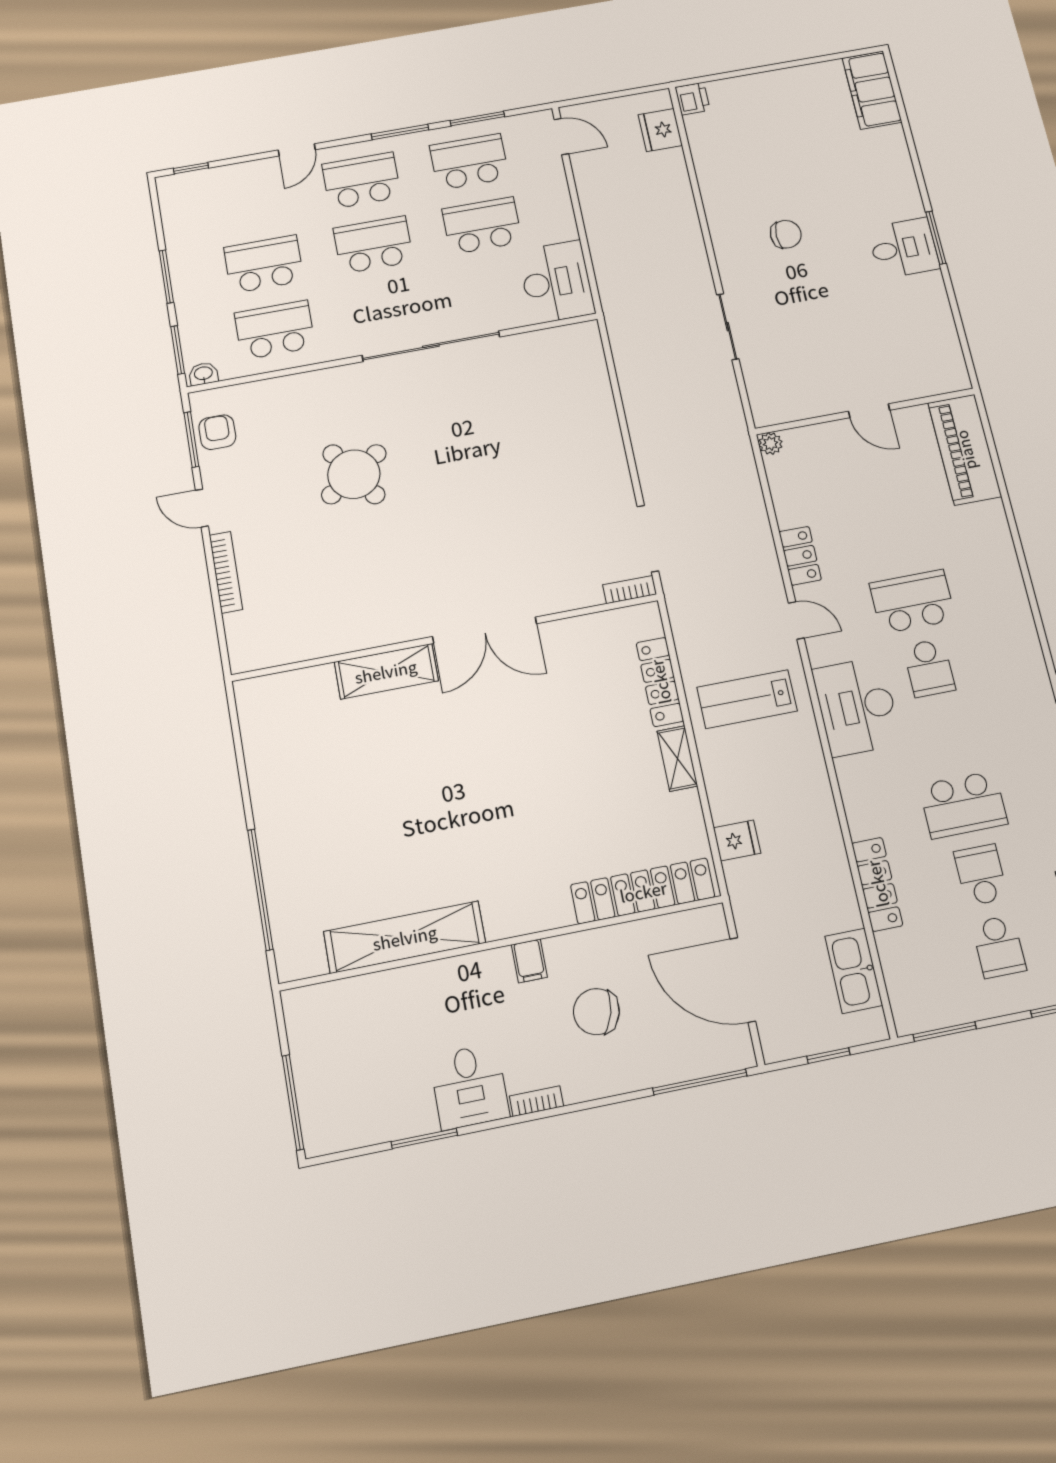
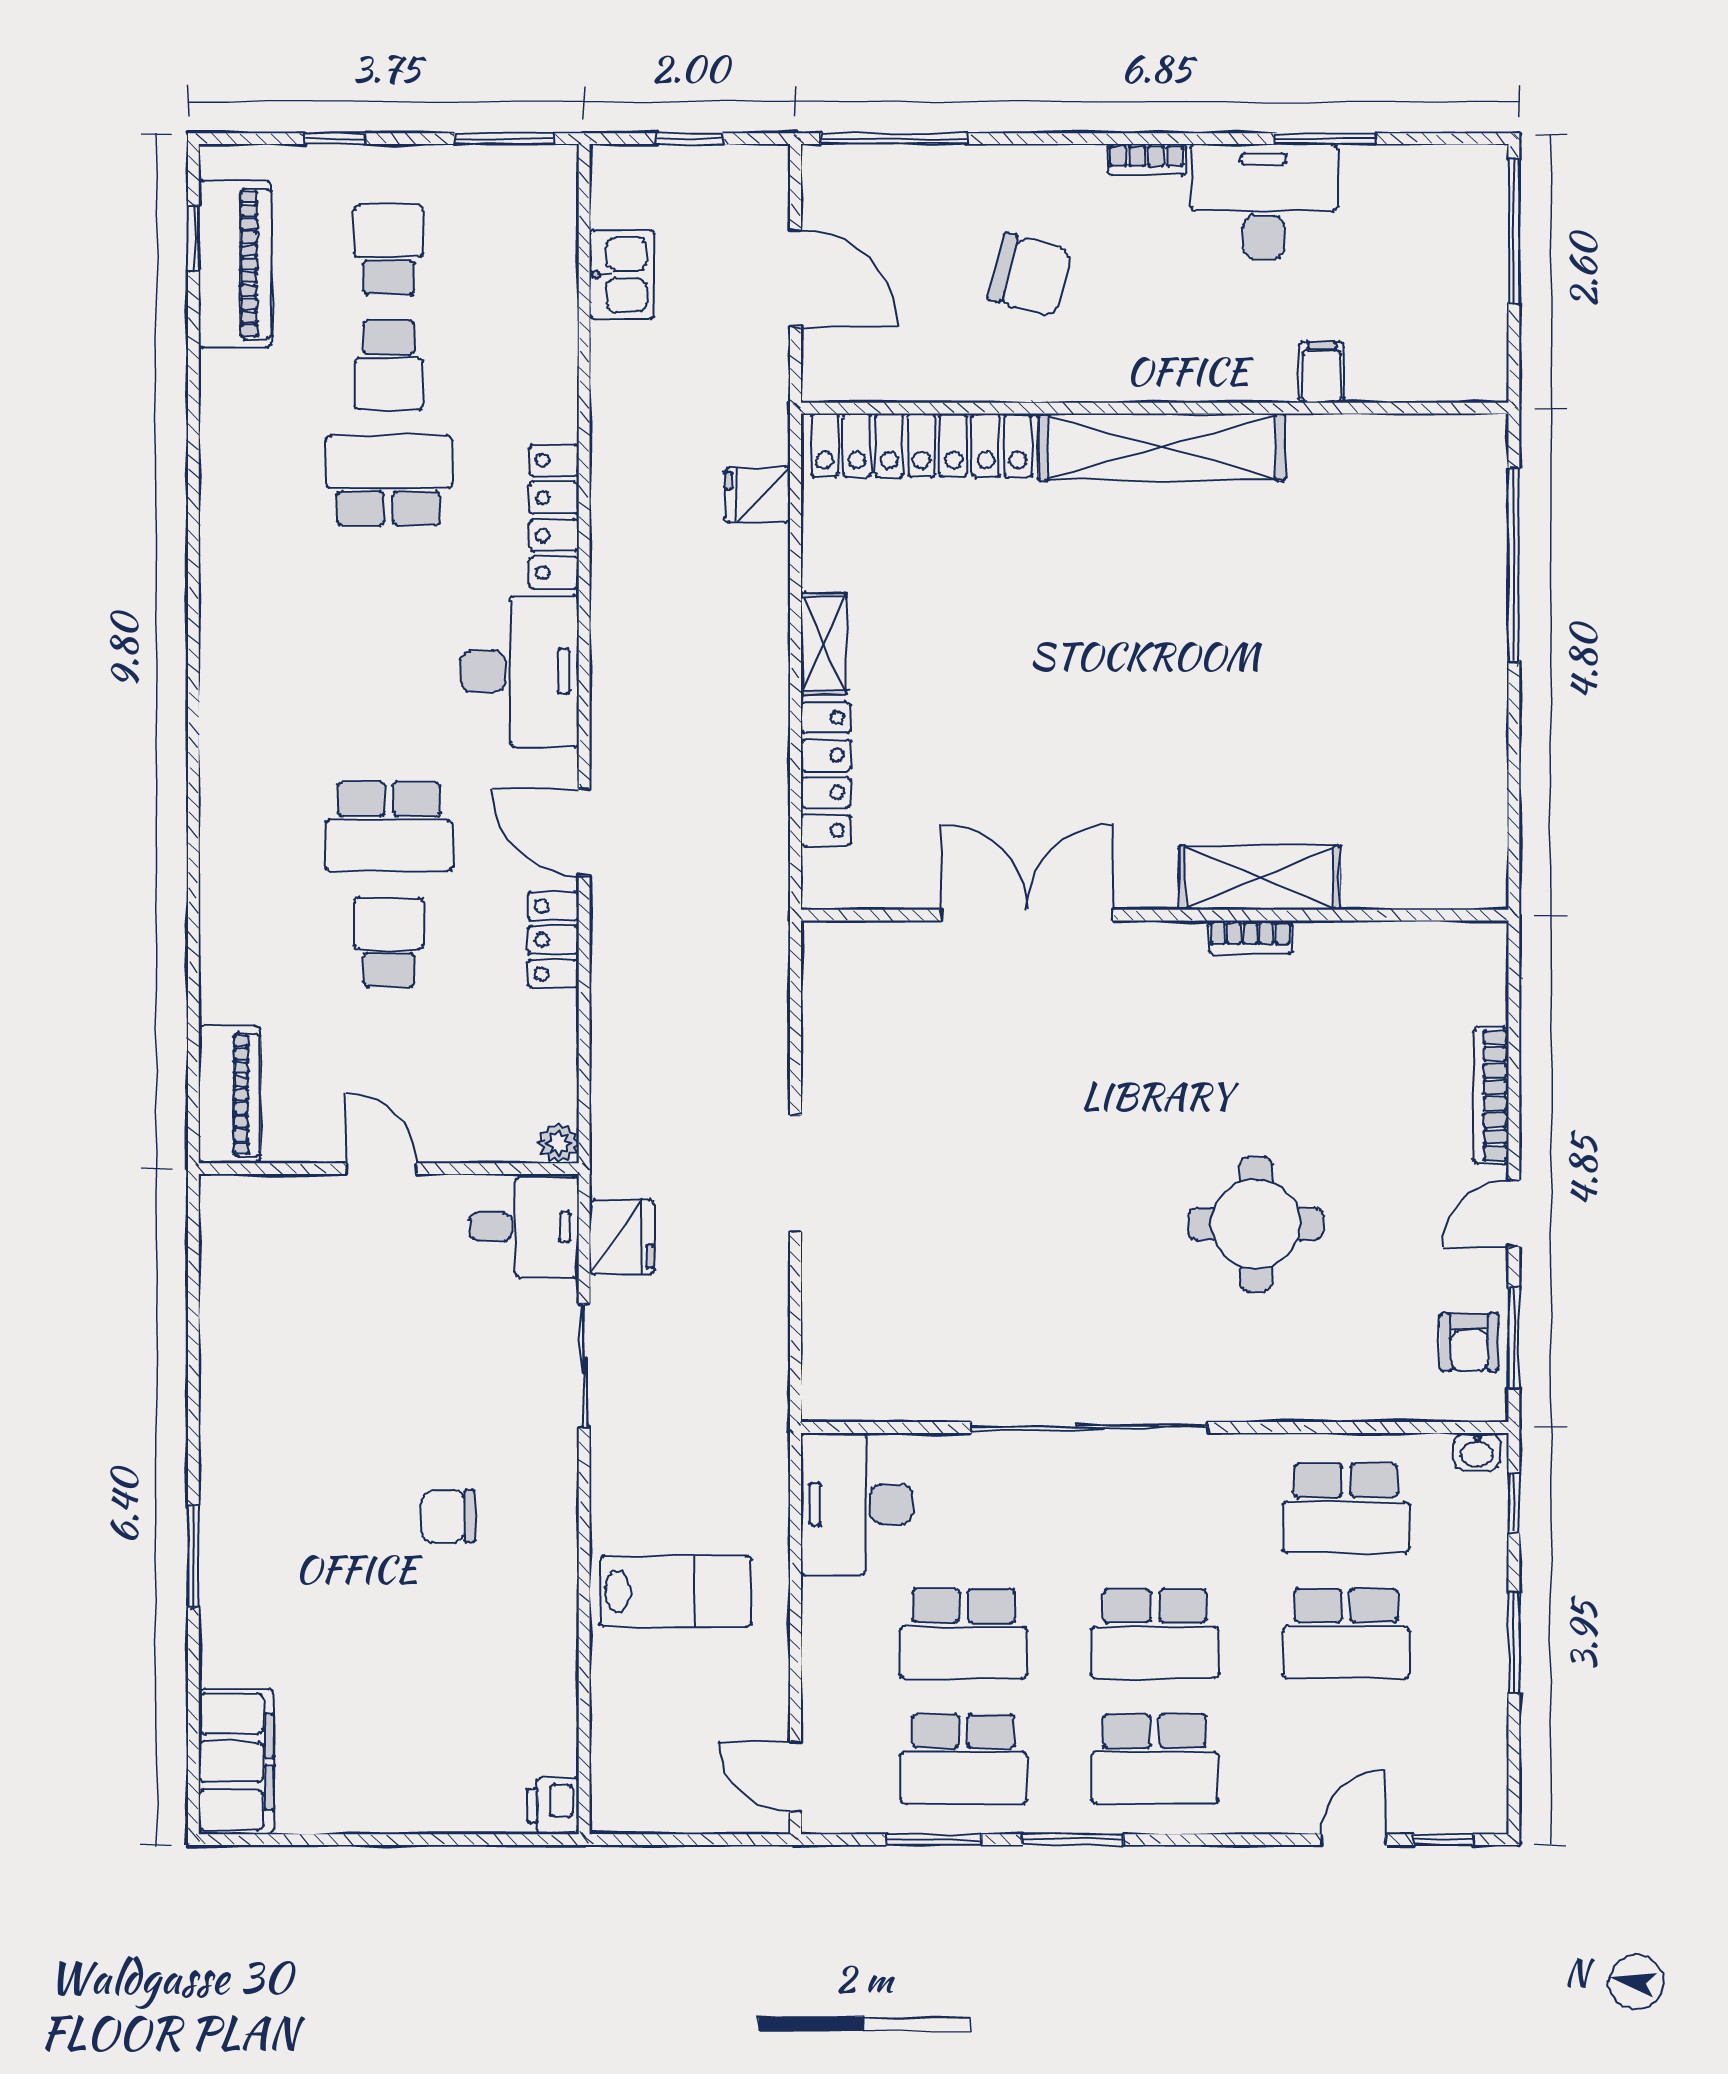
fridge: (660, 130) -> (622, 1237), moved
door: (297, 150) -> (1353, 1840), moved
window: (936, 238) -> (193, 1556), moved
desk: (904, 248) -> (525, 1227), moved, turned 180
window: (178, 350) -> (1514, 1504), width x0.67
piano: (965, 450) -> (229, 1095), width x0.73, depth x0.75
round table: (354, 474) -> (1256, 1224), turned 34
door: (202, 508) -> (1514, 1214), swing flipped
doorway: (648, 539) -> (796, 1174), moved
bookcase: (630, 590) -> (1250, 937), moved
door: (796, 620) -> (584, 832), width x1.38
double door: (485, 630) -> (1027, 915), moved
school desk: (929, 668) -> (389, 942), moved
lab bench: (747, 699) -> (675, 1591), moved
locker: (877, 884) -> (554, 517), moved
shelving: (405, 937) -> (1162, 447), moved
filing cabinet: (529, 961) -> (1322, 372), moved
kitchen sink: (854, 971) -> (622, 275), width x0.73
door: (743, 980) -> (796, 278), width x0.73
desk: (469, 1086) -> (1264, 202), width x1.37

